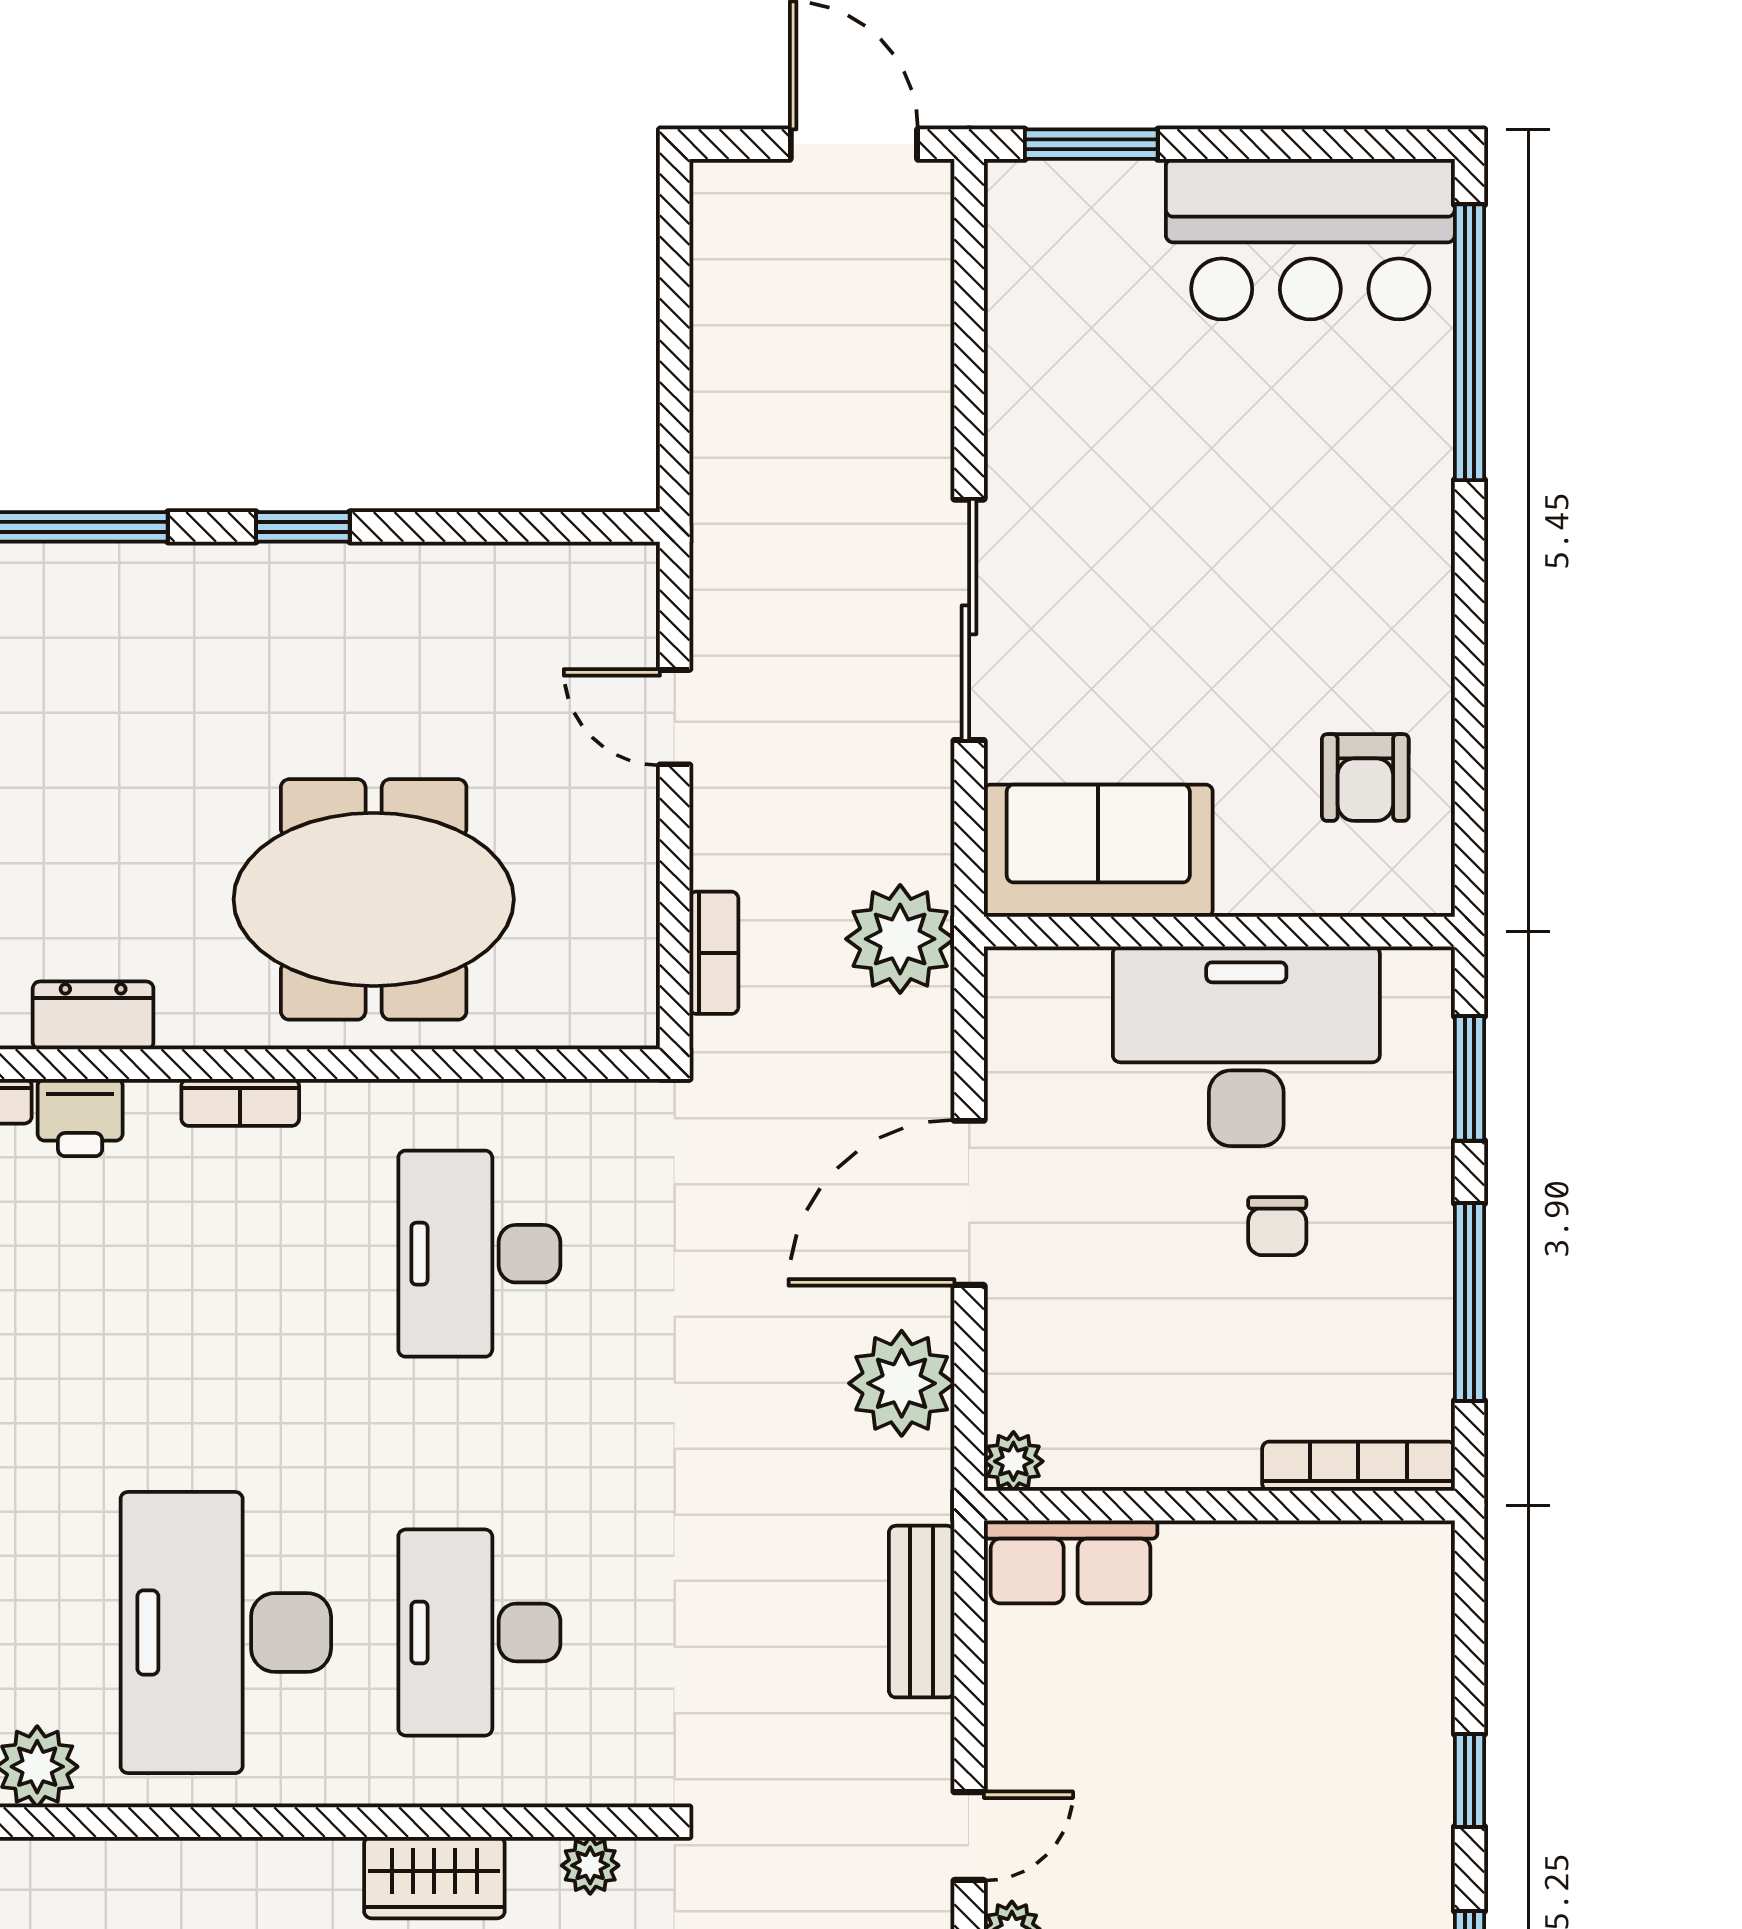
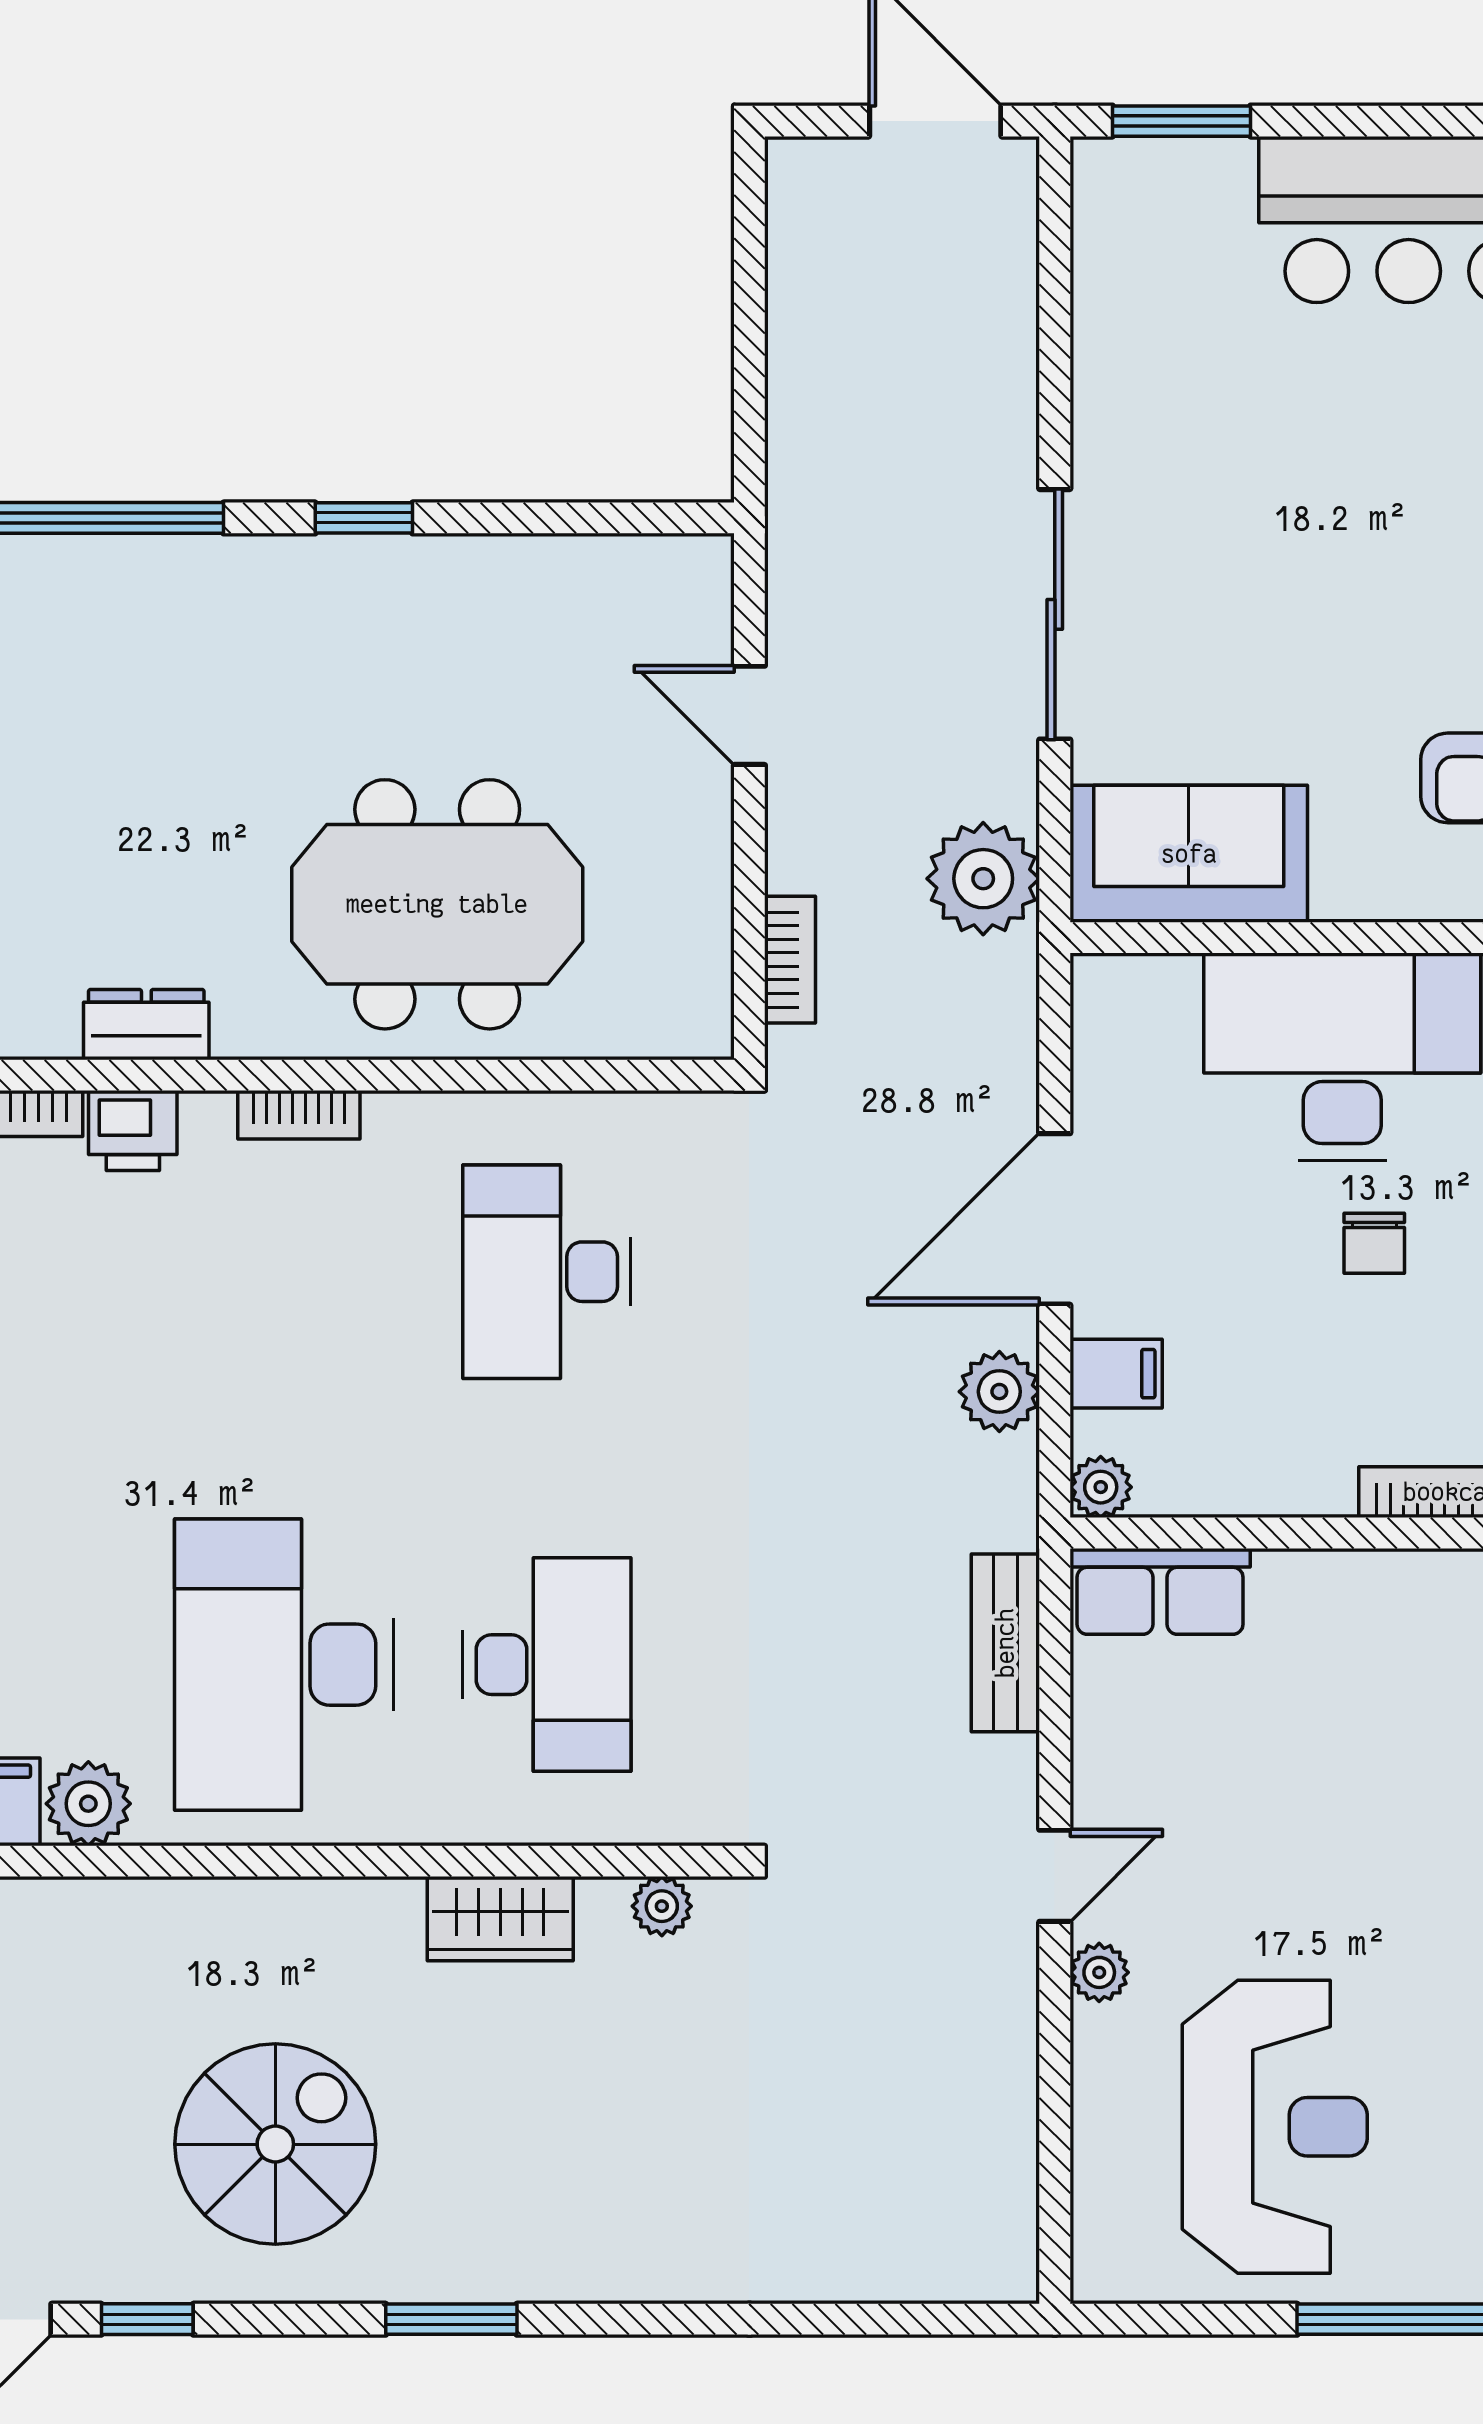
plant: (900, 939) -> (983, 879), moved
filing cabinet: (1028, 1352) -> (1116, 1374), added
plant: (902, 1383) -> (999, 1392), width x0.73, depth x0.73
desk: (479, 1632) -> (547, 1665), turned 180

